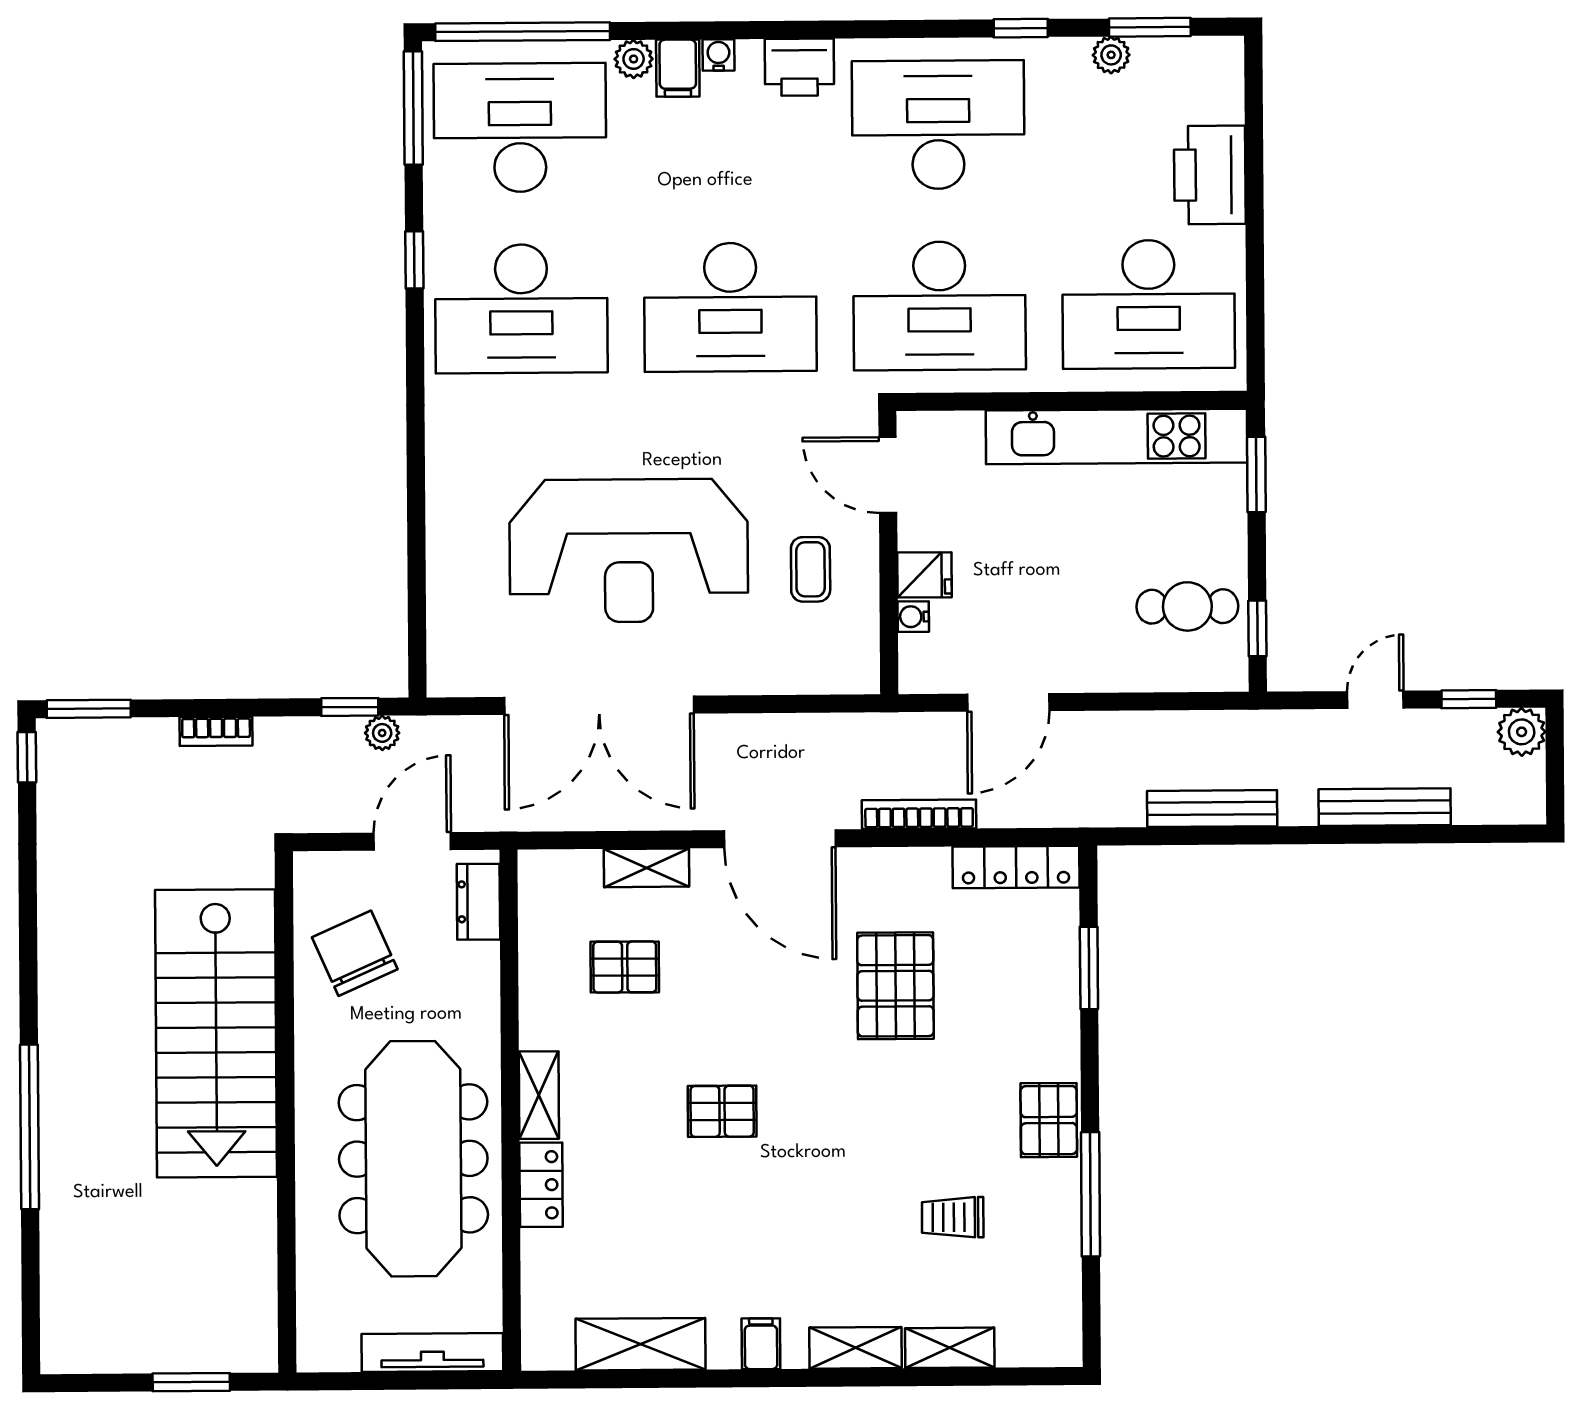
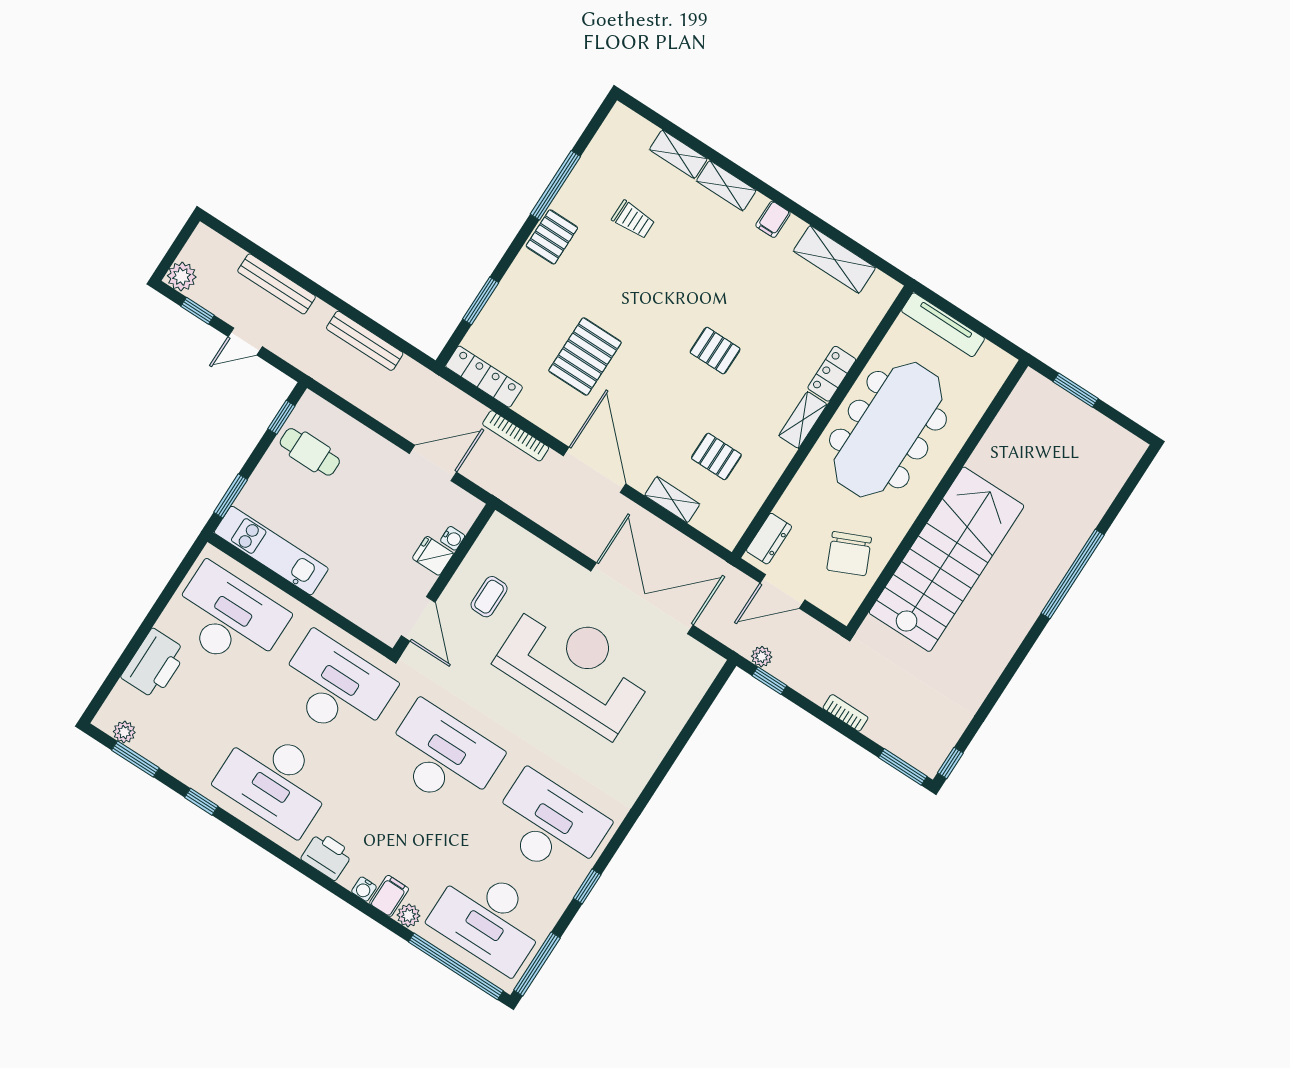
plant: (1111, 55) -> (124, 732), moved
kitchen unit: (1117, 436) -> (271, 551), width x0.73

